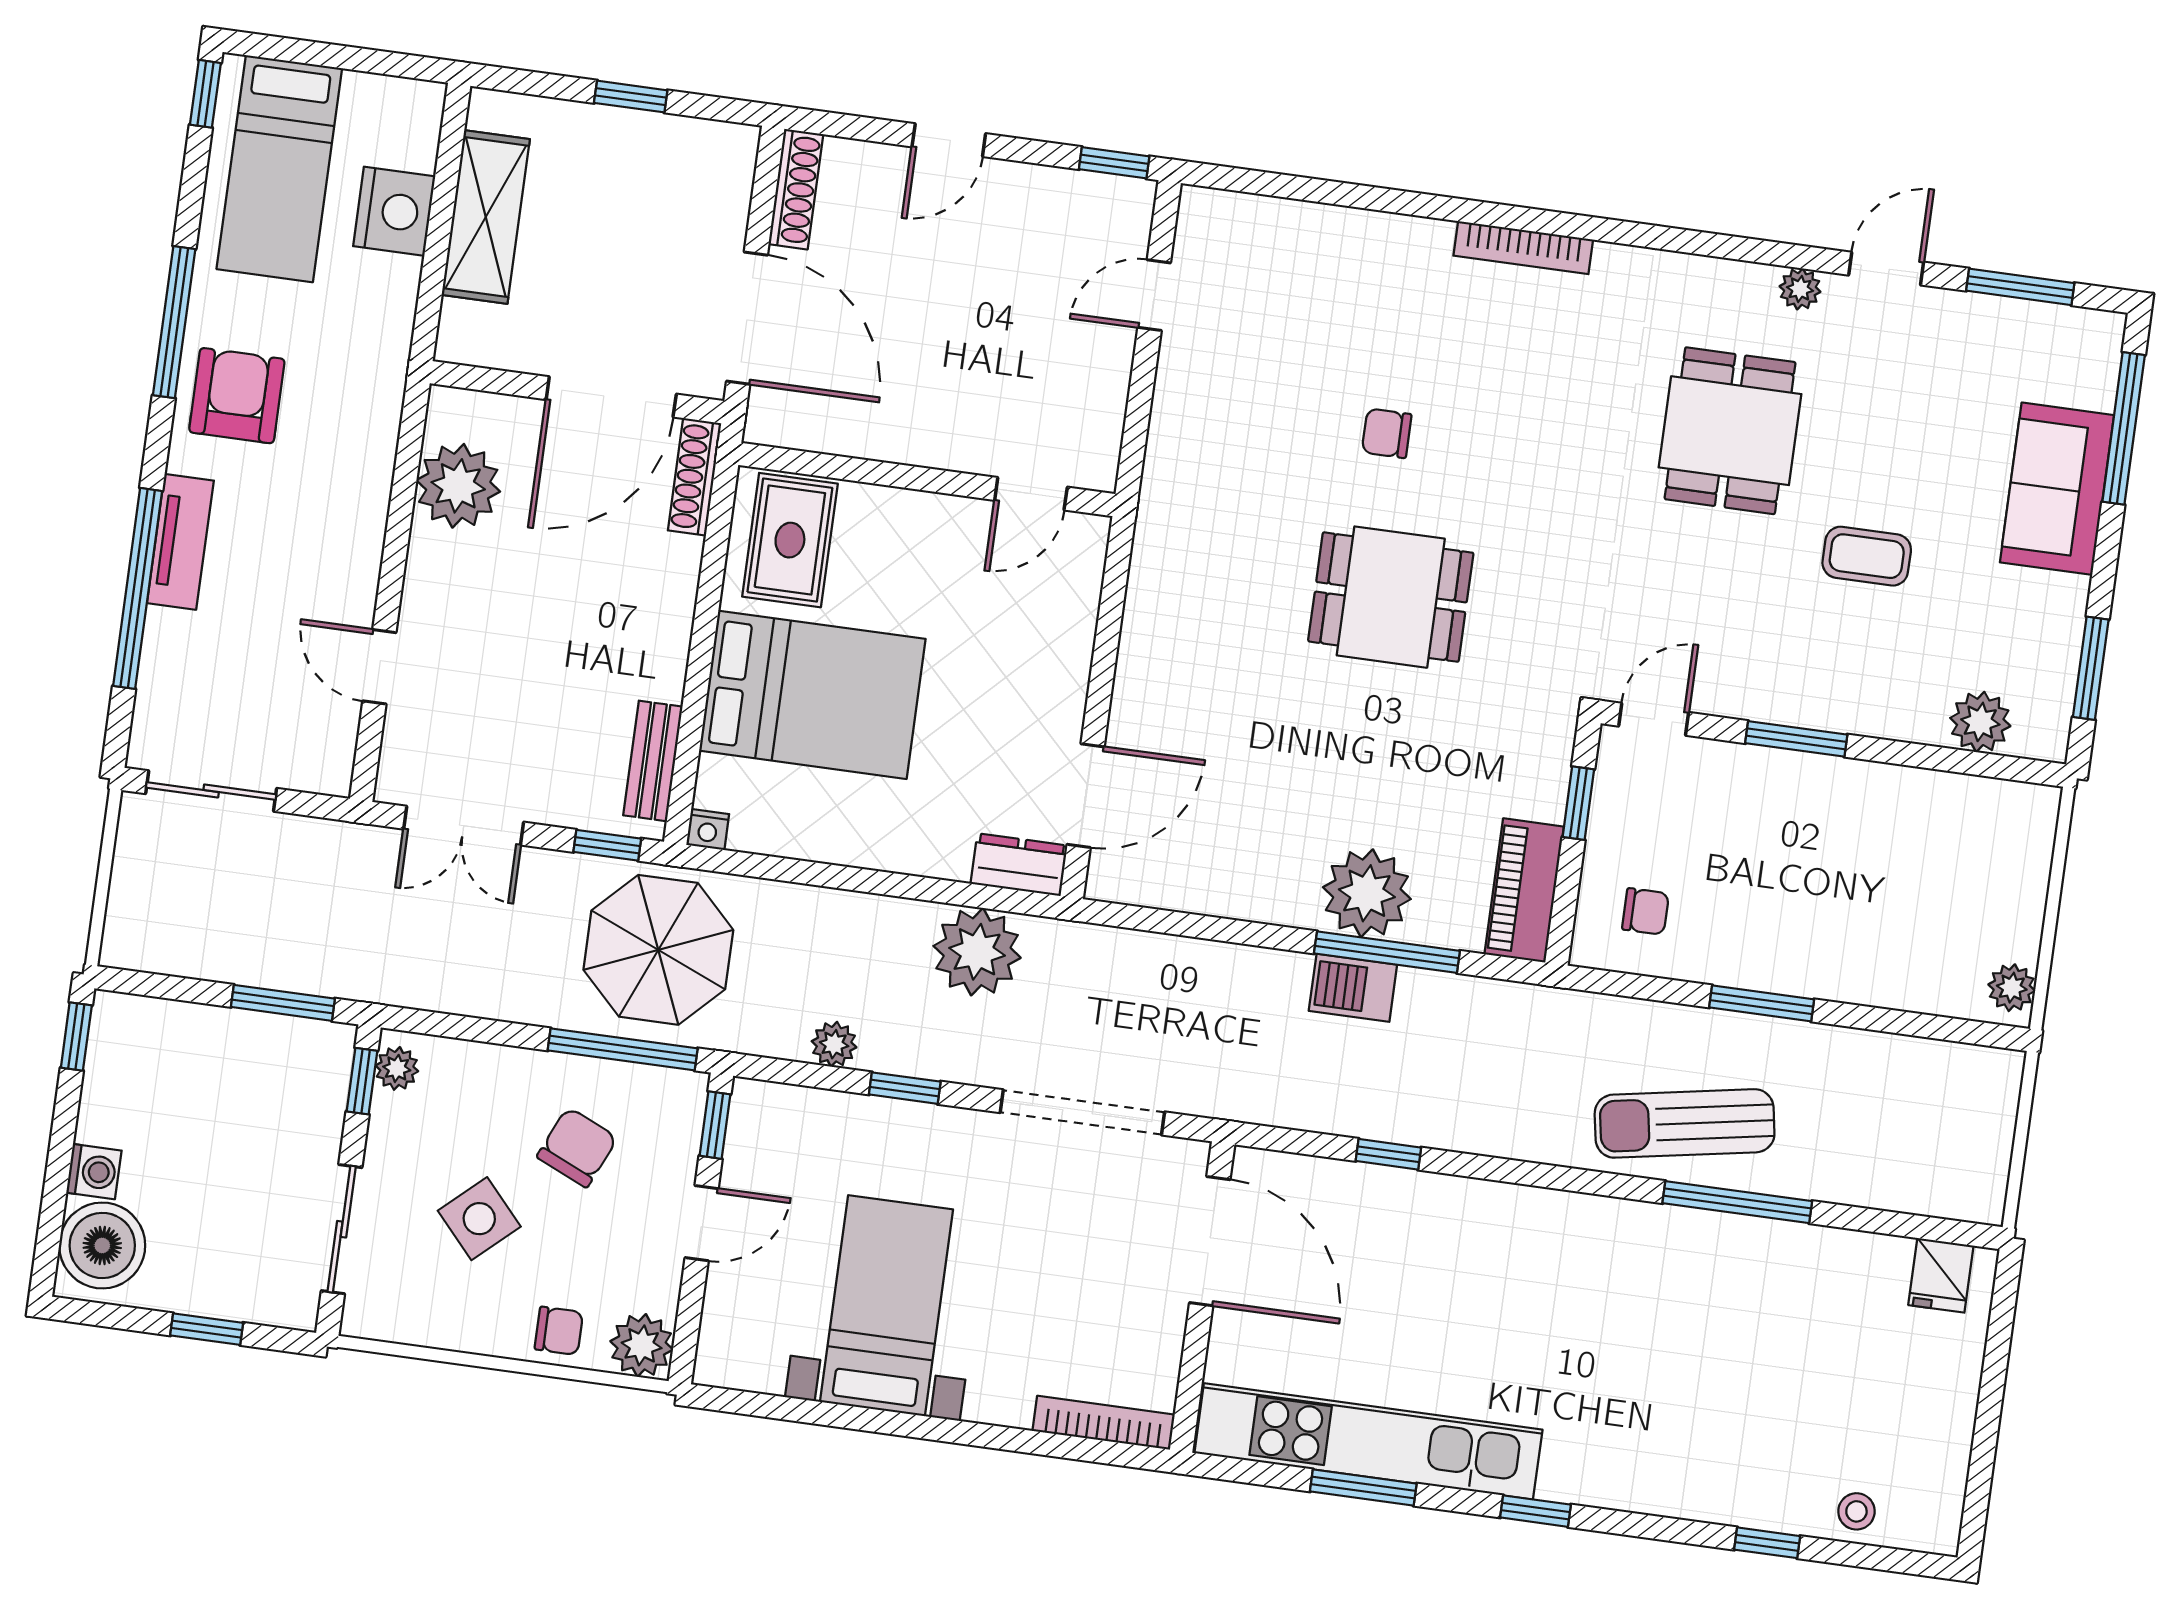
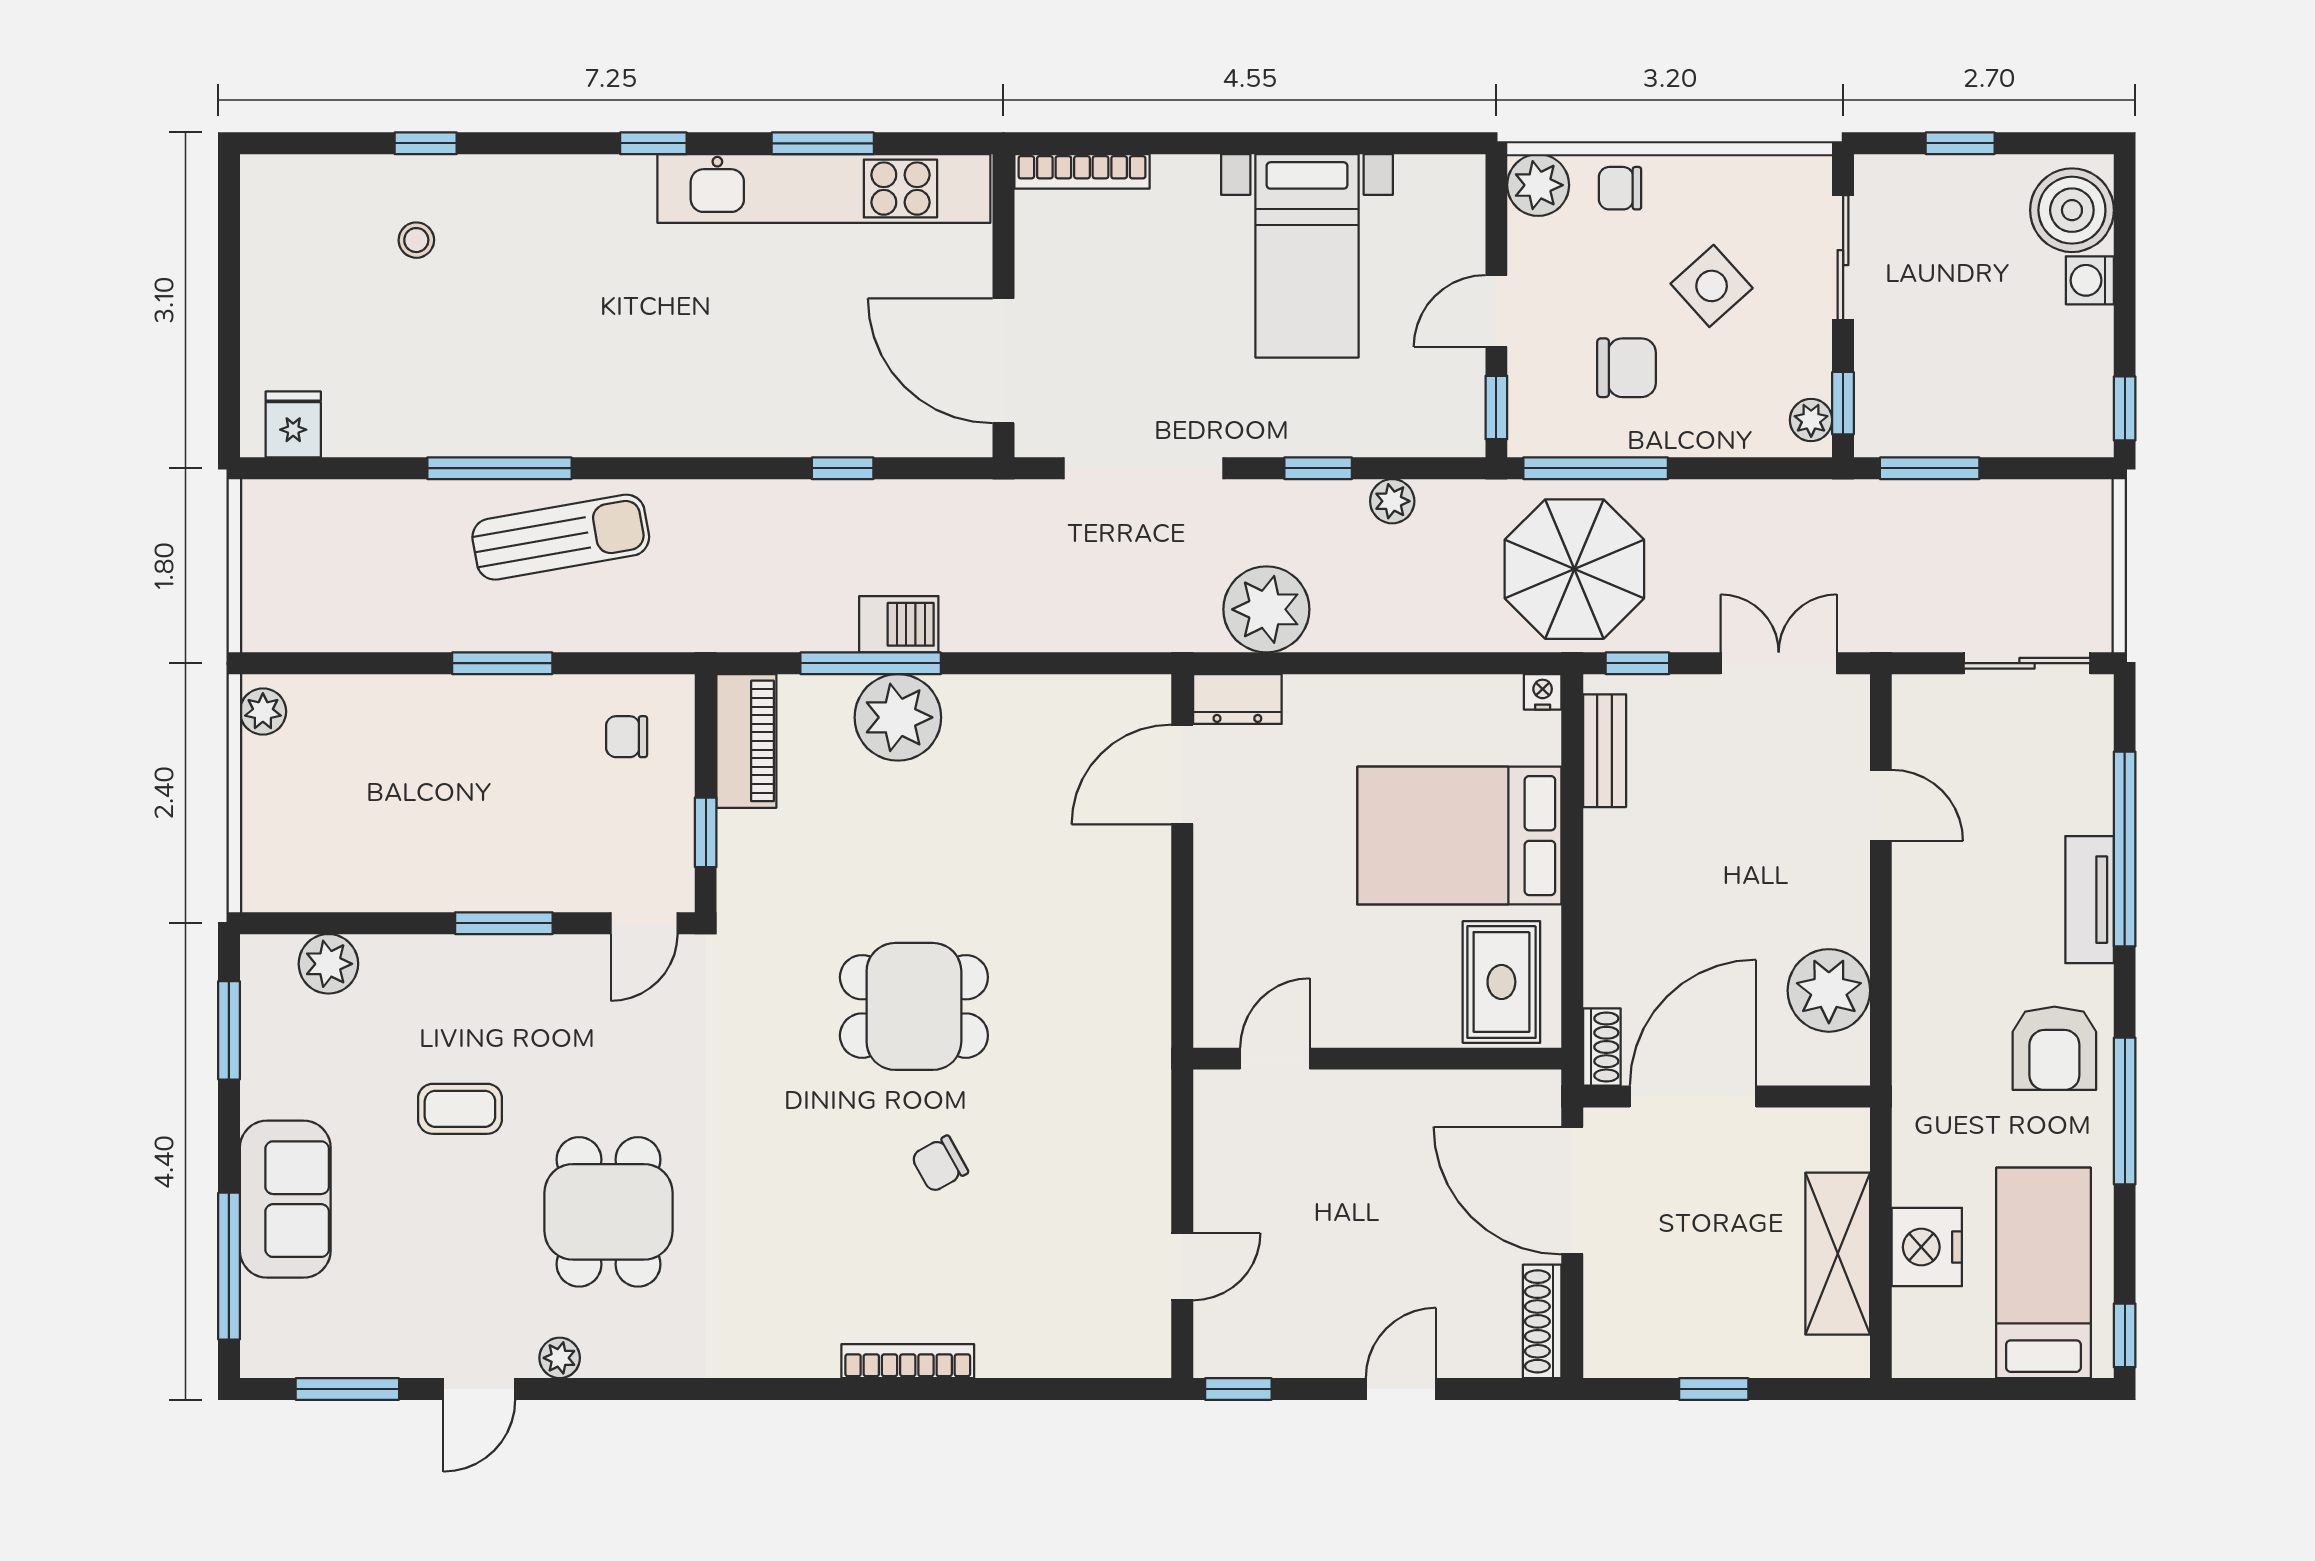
bookcase: (1523, 248) -> (908, 1361), moved
chair: (1387, 433) -> (940, 1164), turned 151
shoe rack: (695, 477) -> (1602, 1047), width x0.70
chair: (577, 1147) -> (1627, 368), turned -114
stool: (1856, 1511) -> (416, 240), moved

